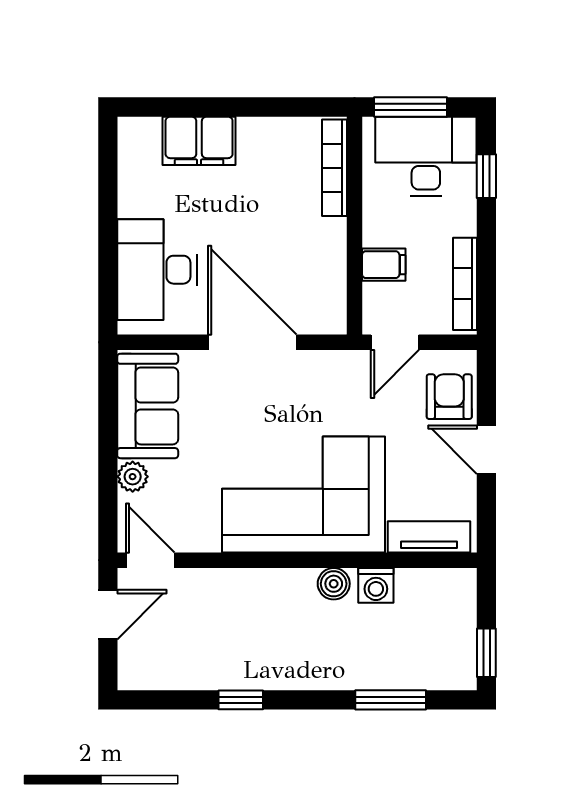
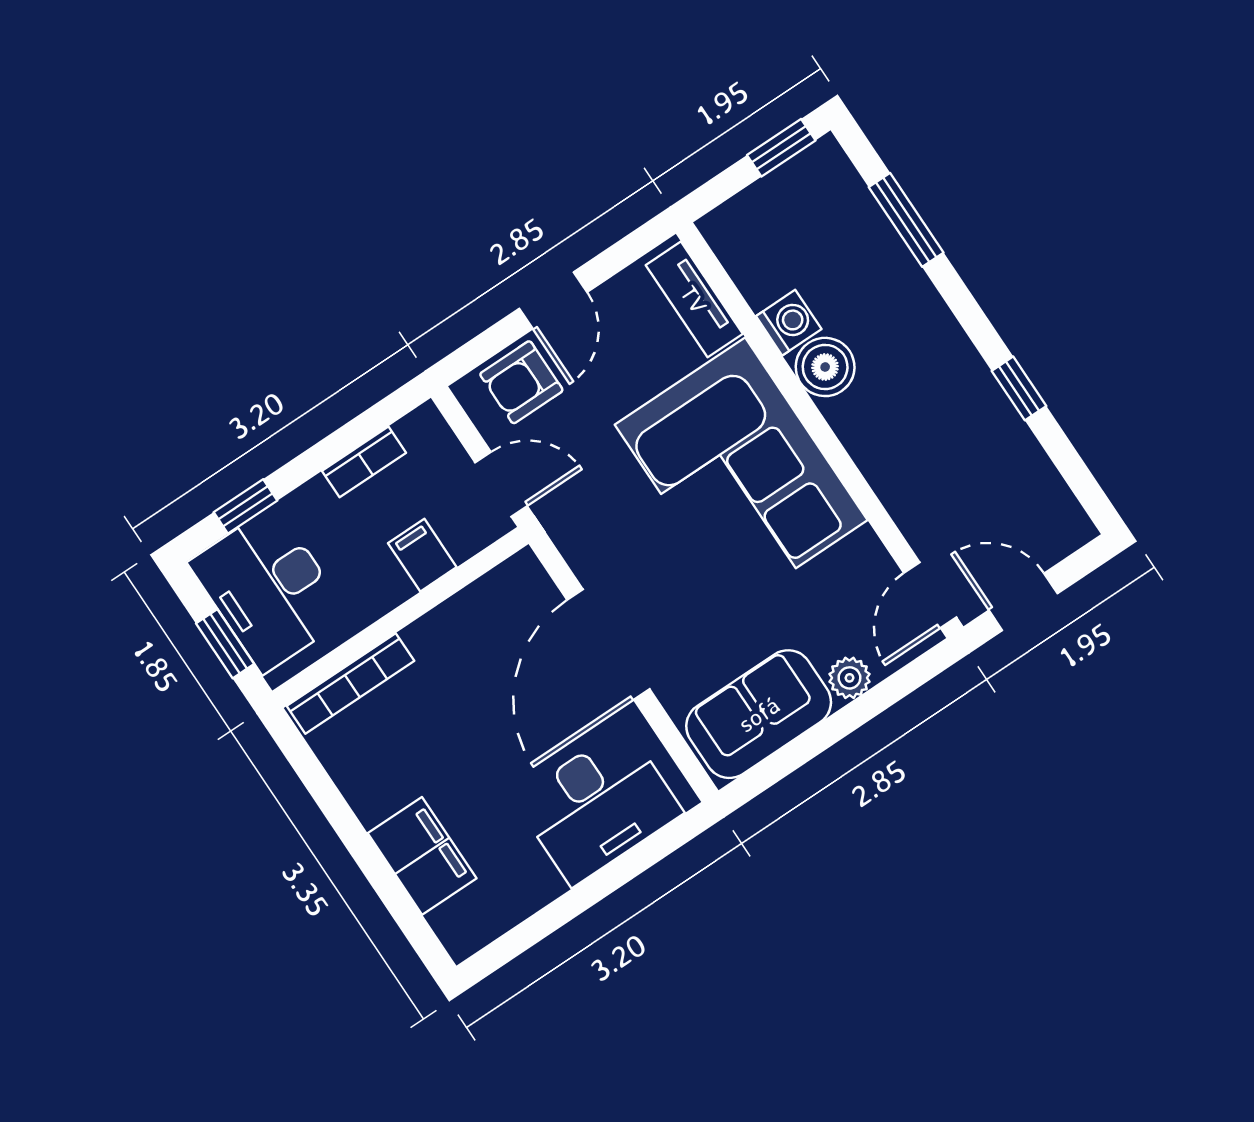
window: (410, 107) -> (225, 644), width x0.67
bookcase: (465, 284) -> (364, 462), width x0.64
boiler: (334, 584) -> (825, 367), width x1.36, depth x1.36

